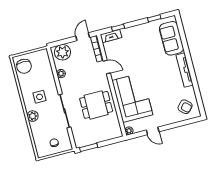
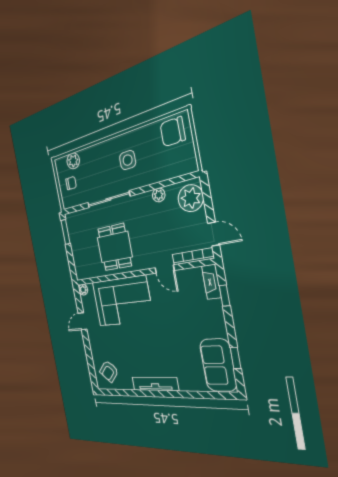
sofa: (171, 38) -> (218, 365), moved, turned -90
door: (107, 67) -> (165, 269), hinge flipped
plant: (33, 116) -> (73, 161), moved

